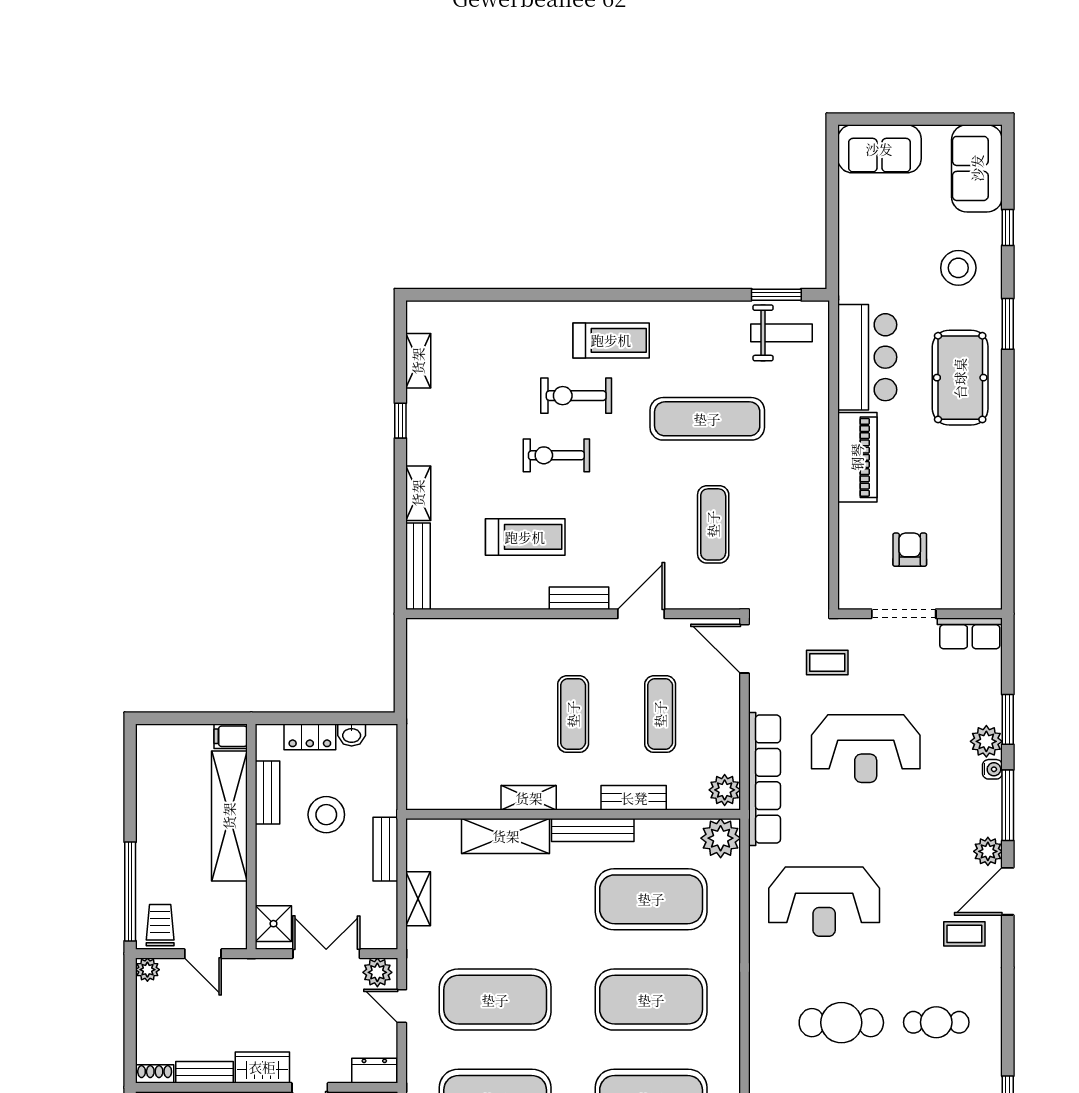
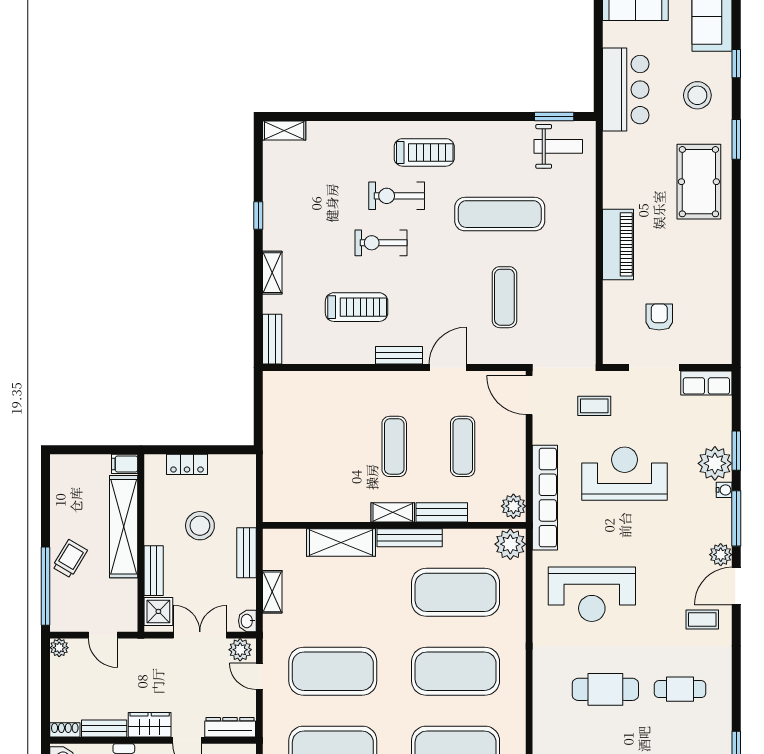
bar counter: (867, 357) -> (626, 90), moved
shelving: (418, 361) -> (284, 130), moved, turned 90
bench: (418, 566) -> (272, 339), width x0.73
washbasin: (352, 735) -> (247, 621), moved, turned 90
plant: (986, 741) -> (715, 463), width x1.36, depth x1.36
reception desk: (866, 749) -> (625, 474), turned 180
bench: (268, 792) -> (154, 571), moved
shelving: (529, 798) -> (393, 512), moved
trolley: (160, 925) -> (70, 559), moved, turned 31
dresser: (374, 1071) -> (230, 727), width x1.44

